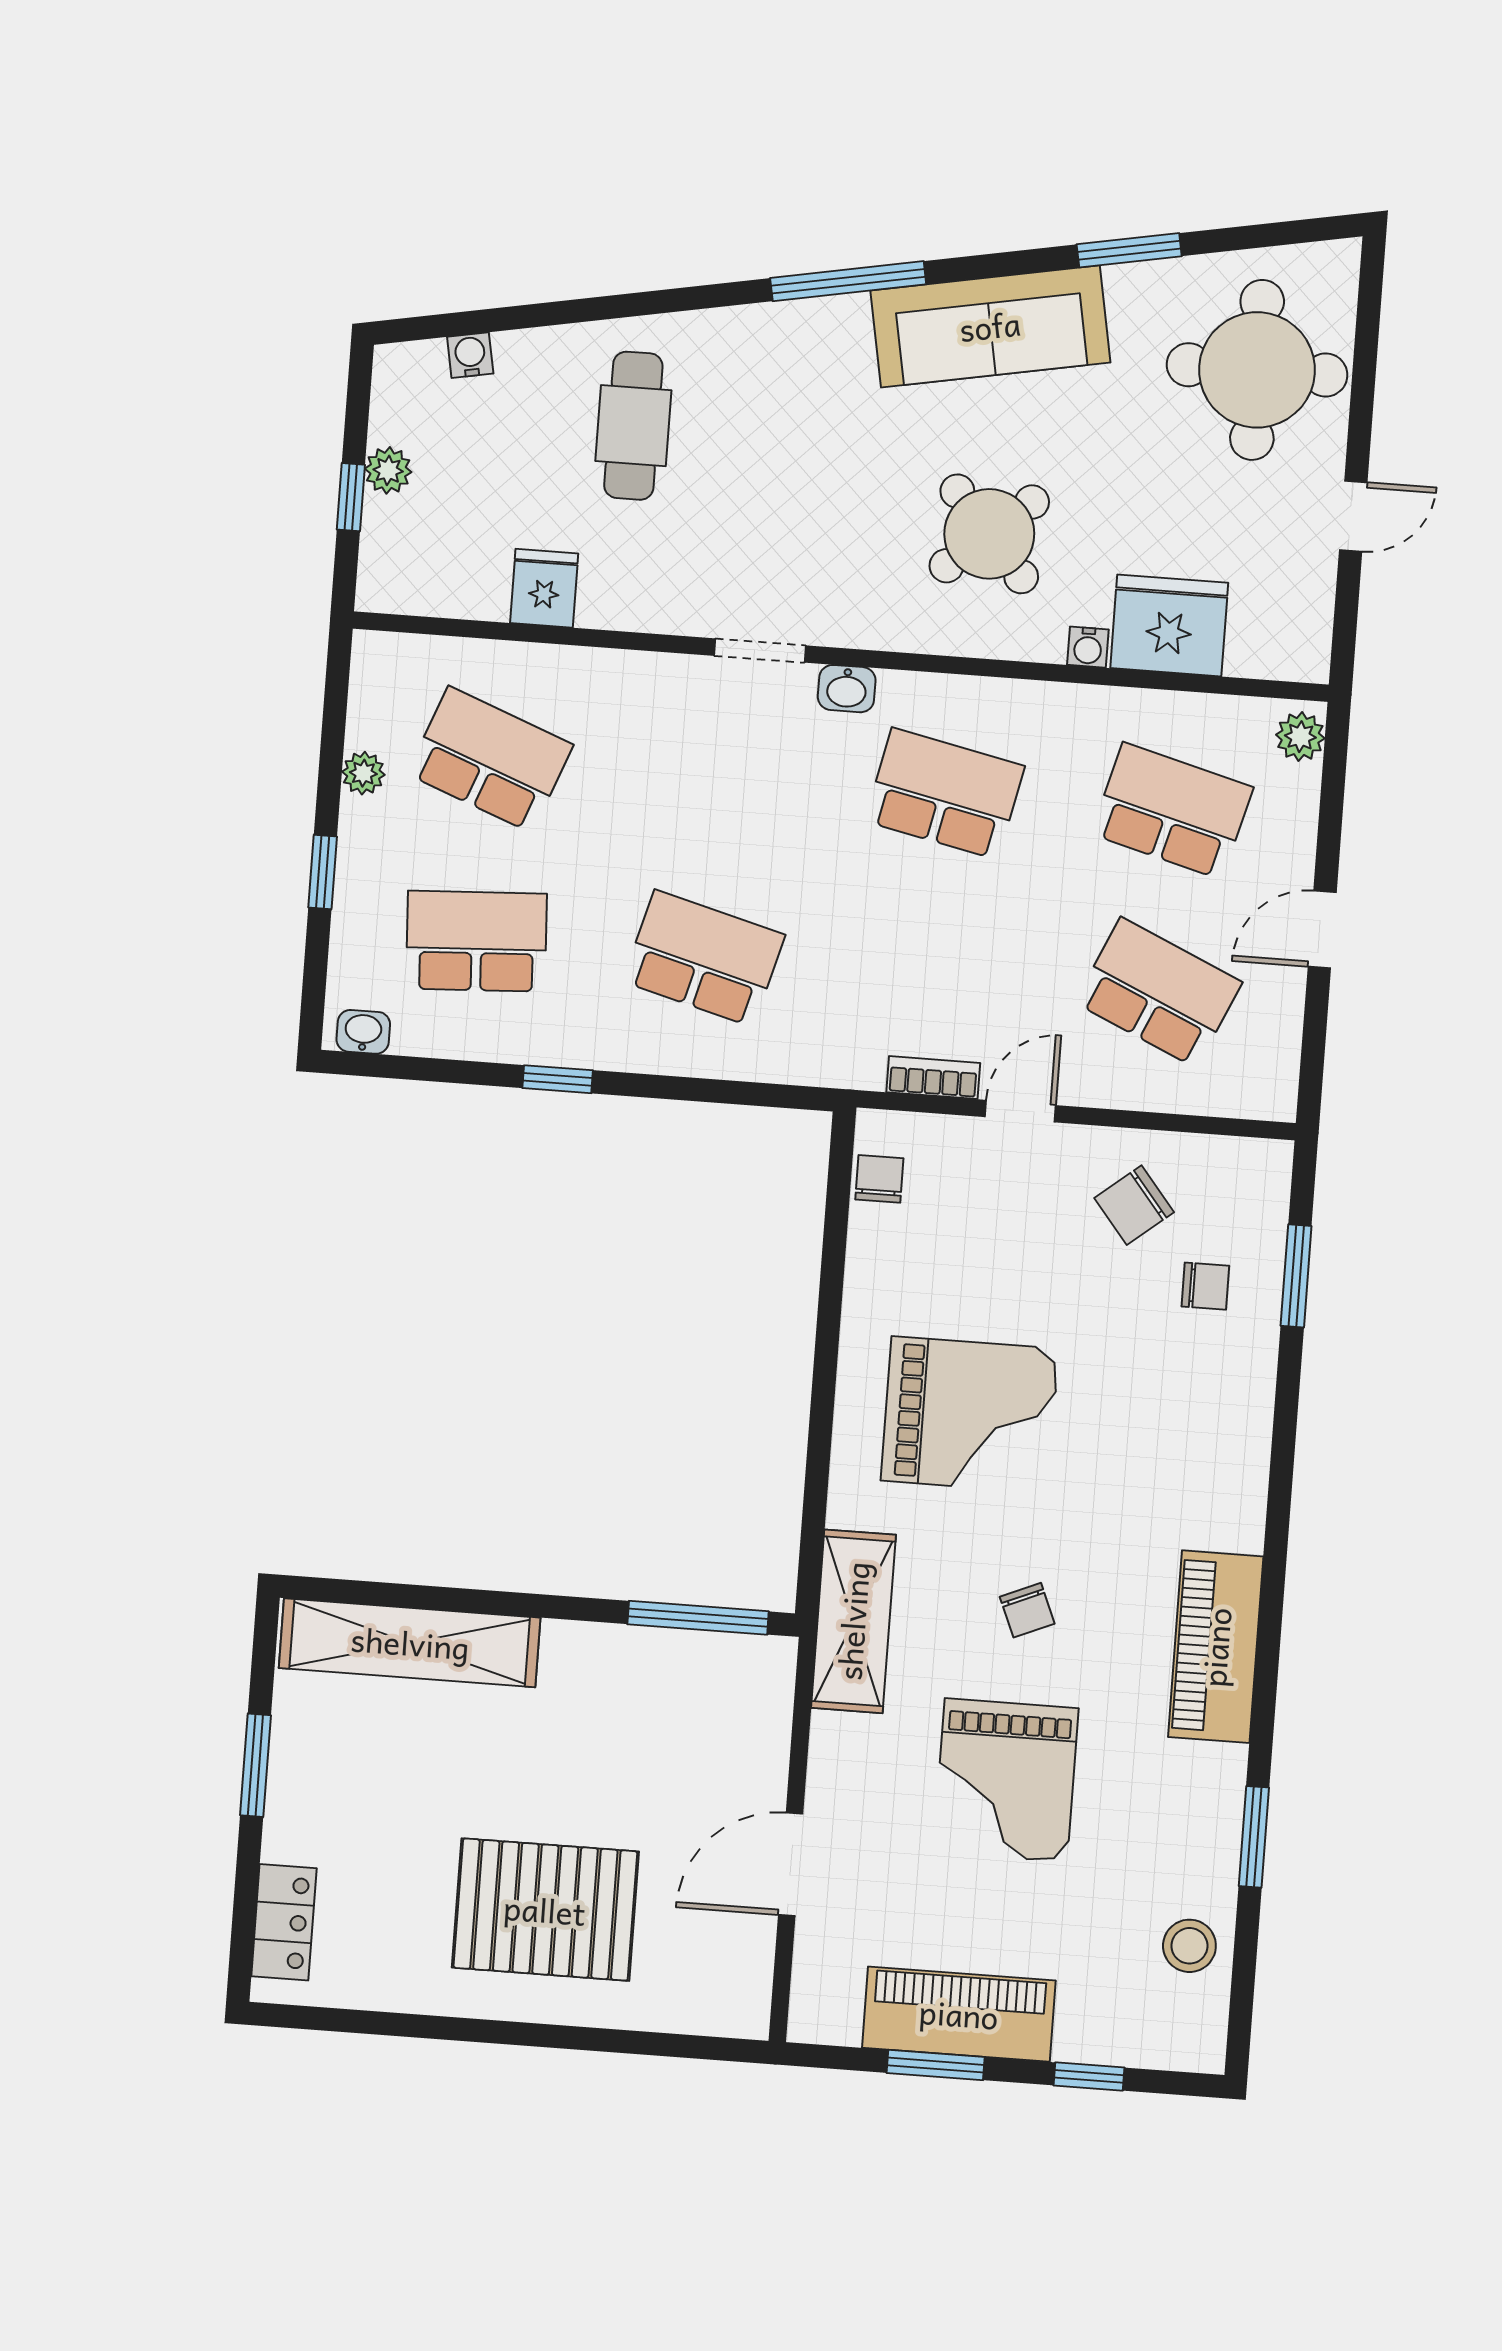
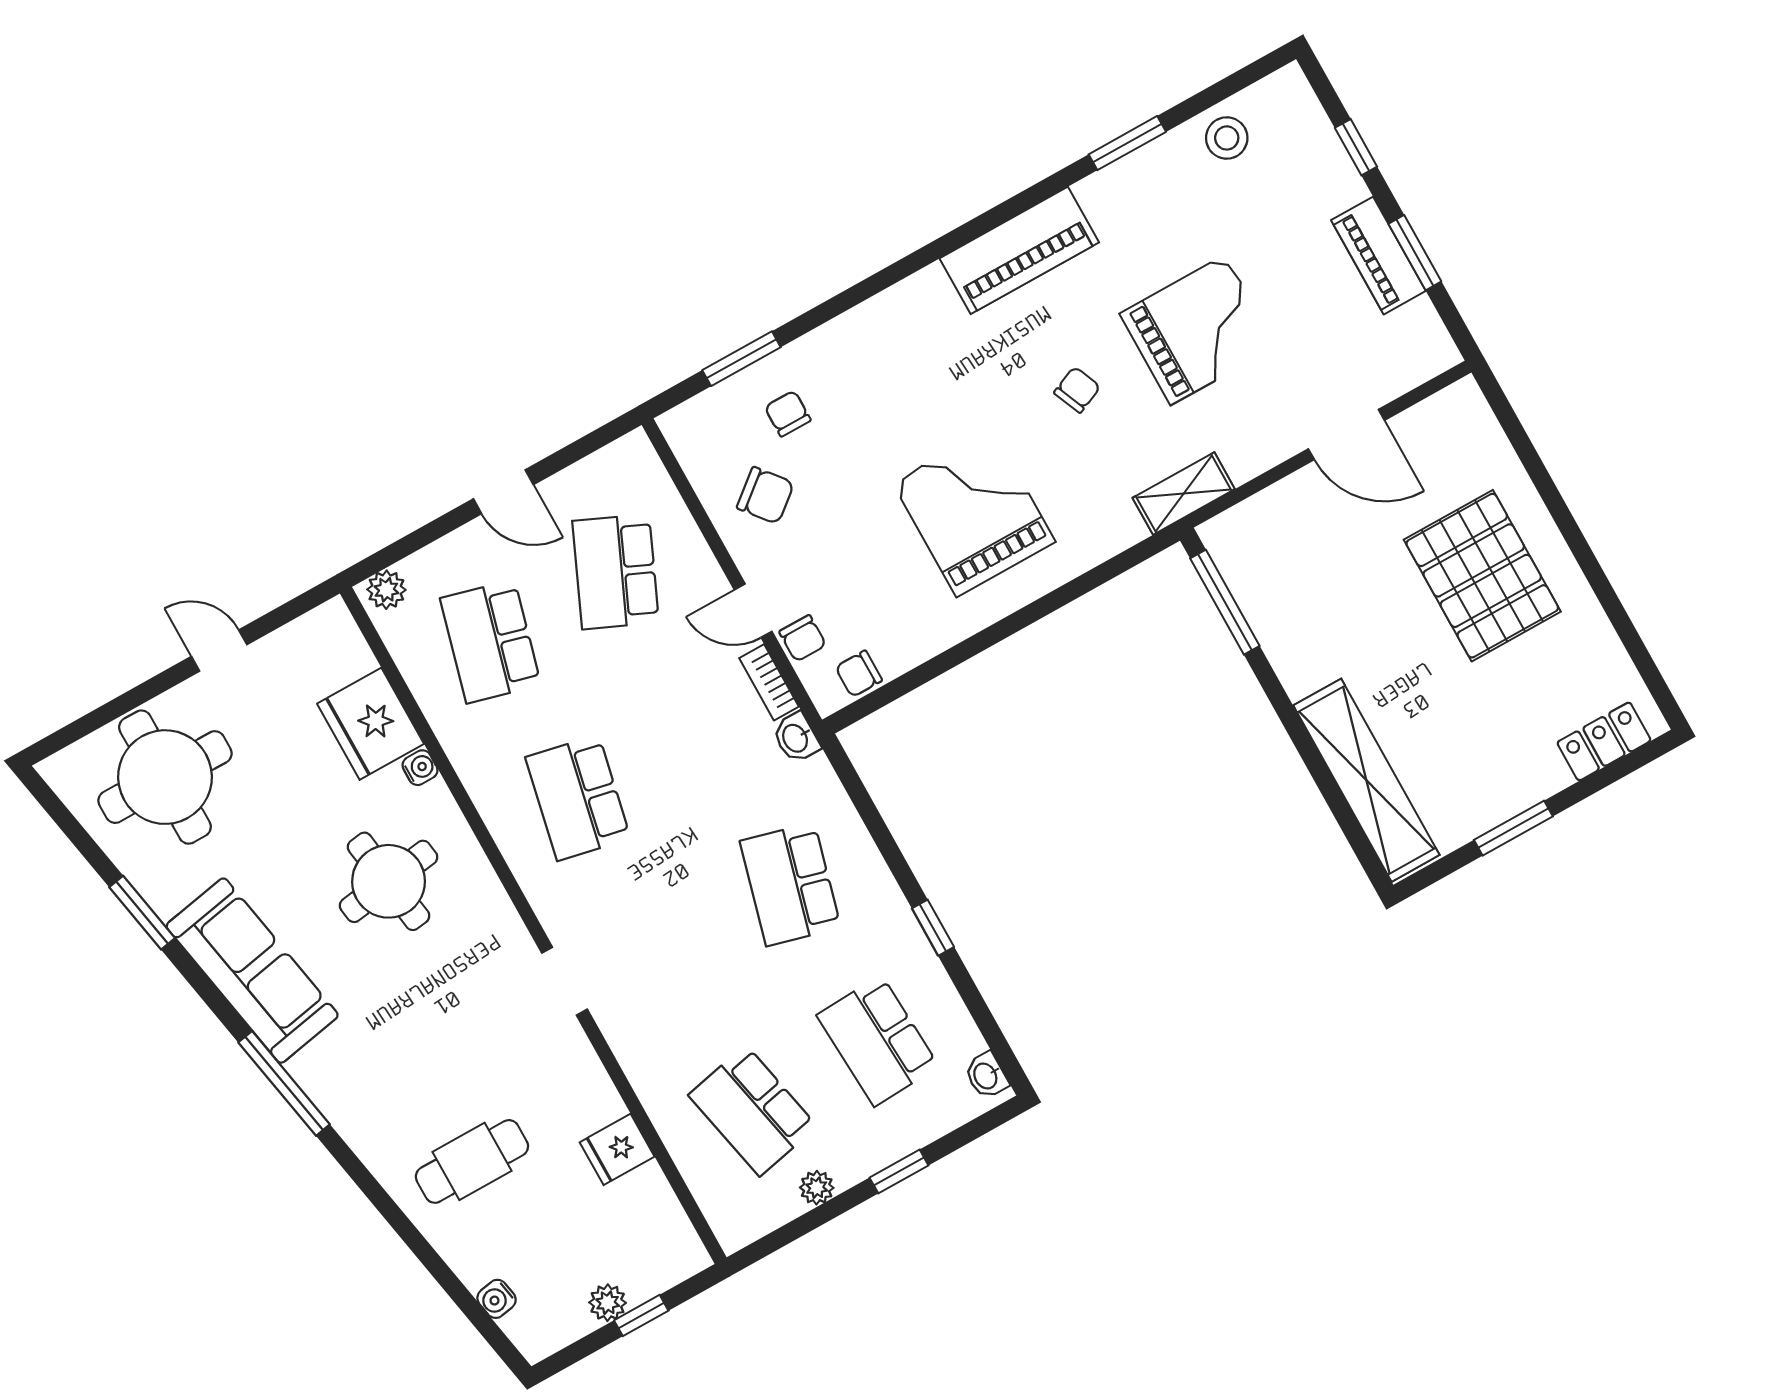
round table: (989, 534) -> (389, 881), turned 33
washbasin: (847, 689) -> (796, 738), moved, turned 180
school desk: (490, 759) -> (753, 1111), turned -33
chair: (956, 1144) -> (803, 638), added
shelving: (853, 1621) -> (1184, 493), width x0.67, depth x0.75
piano: (959, 2014) -> (1378, 256), width x0.73, depth x0.75

